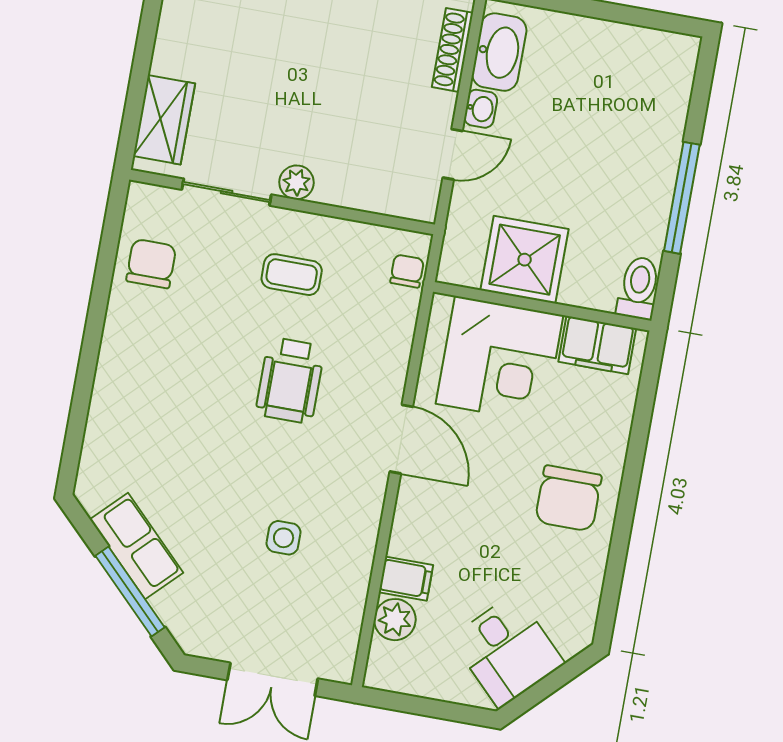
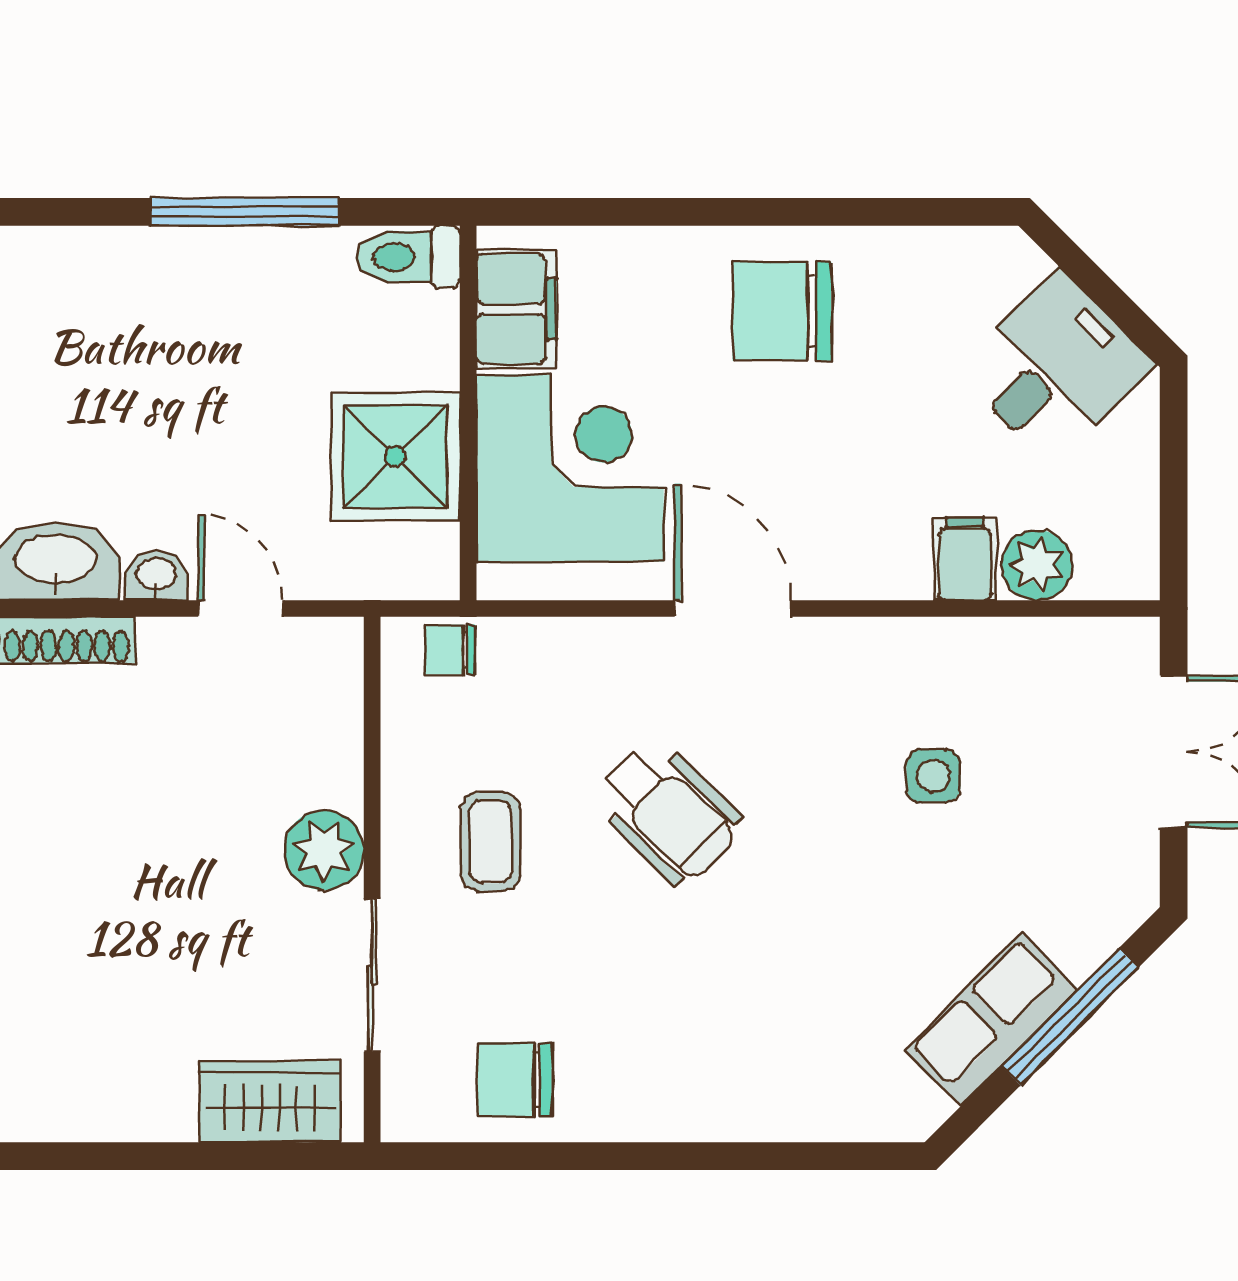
plant: (297, 182) -> (324, 850), width x1.38, depth x1.38
wheelchair: (290, 380) -> (668, 812), turned 44
door: (401, 439) -> (733, 609), hinge flipped
chair: (568, 498) -> (782, 311), turned 180

